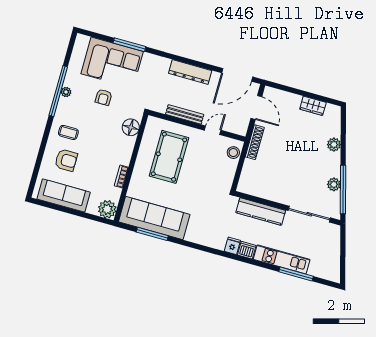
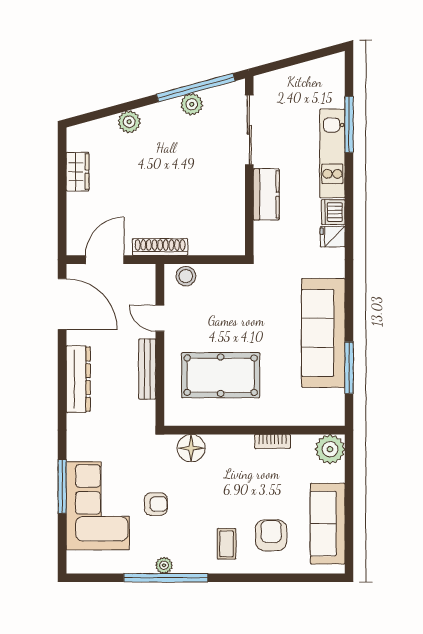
kitchen counter: (261, 211) -> (266, 194), width x0.67
sofa: (154, 218) -> (323, 333), moved

